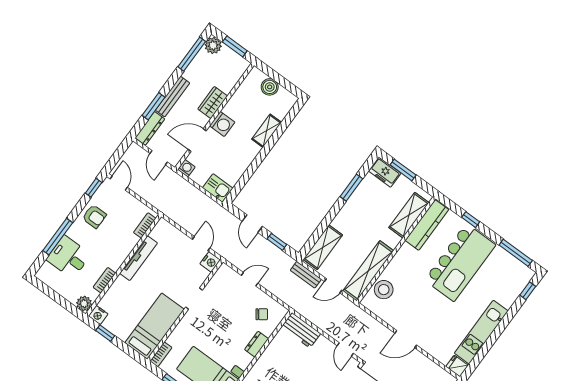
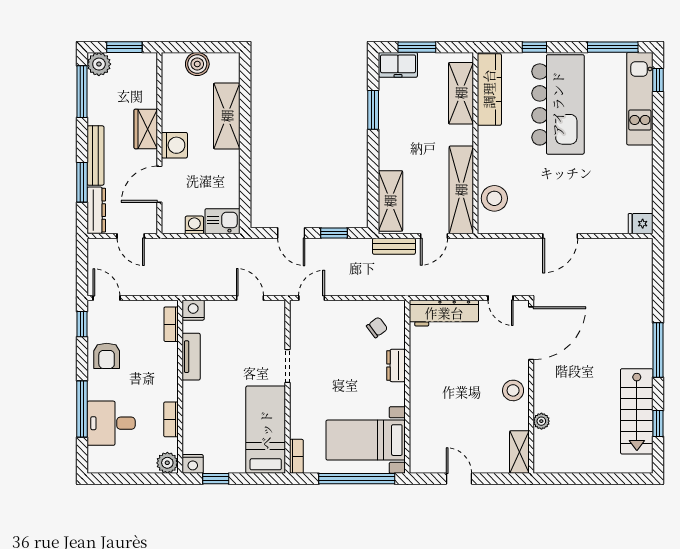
shelving: (267, 131) -> (227, 116), width x1.50, depth x1.33
washing machine: (186, 168) -> (194, 225), moved
armchair: (94, 216) -> (107, 356), turned 90
tv unit: (138, 258) -> (191, 357), width x0.71
nightstand: (210, 262) -> (193, 310), moved, turned -90
door: (250, 279) -> (312, 298), moved
workbench: (301, 330) -> (444, 313), width x1.37
kitchen unit: (481, 332) -> (640, 99), moved

